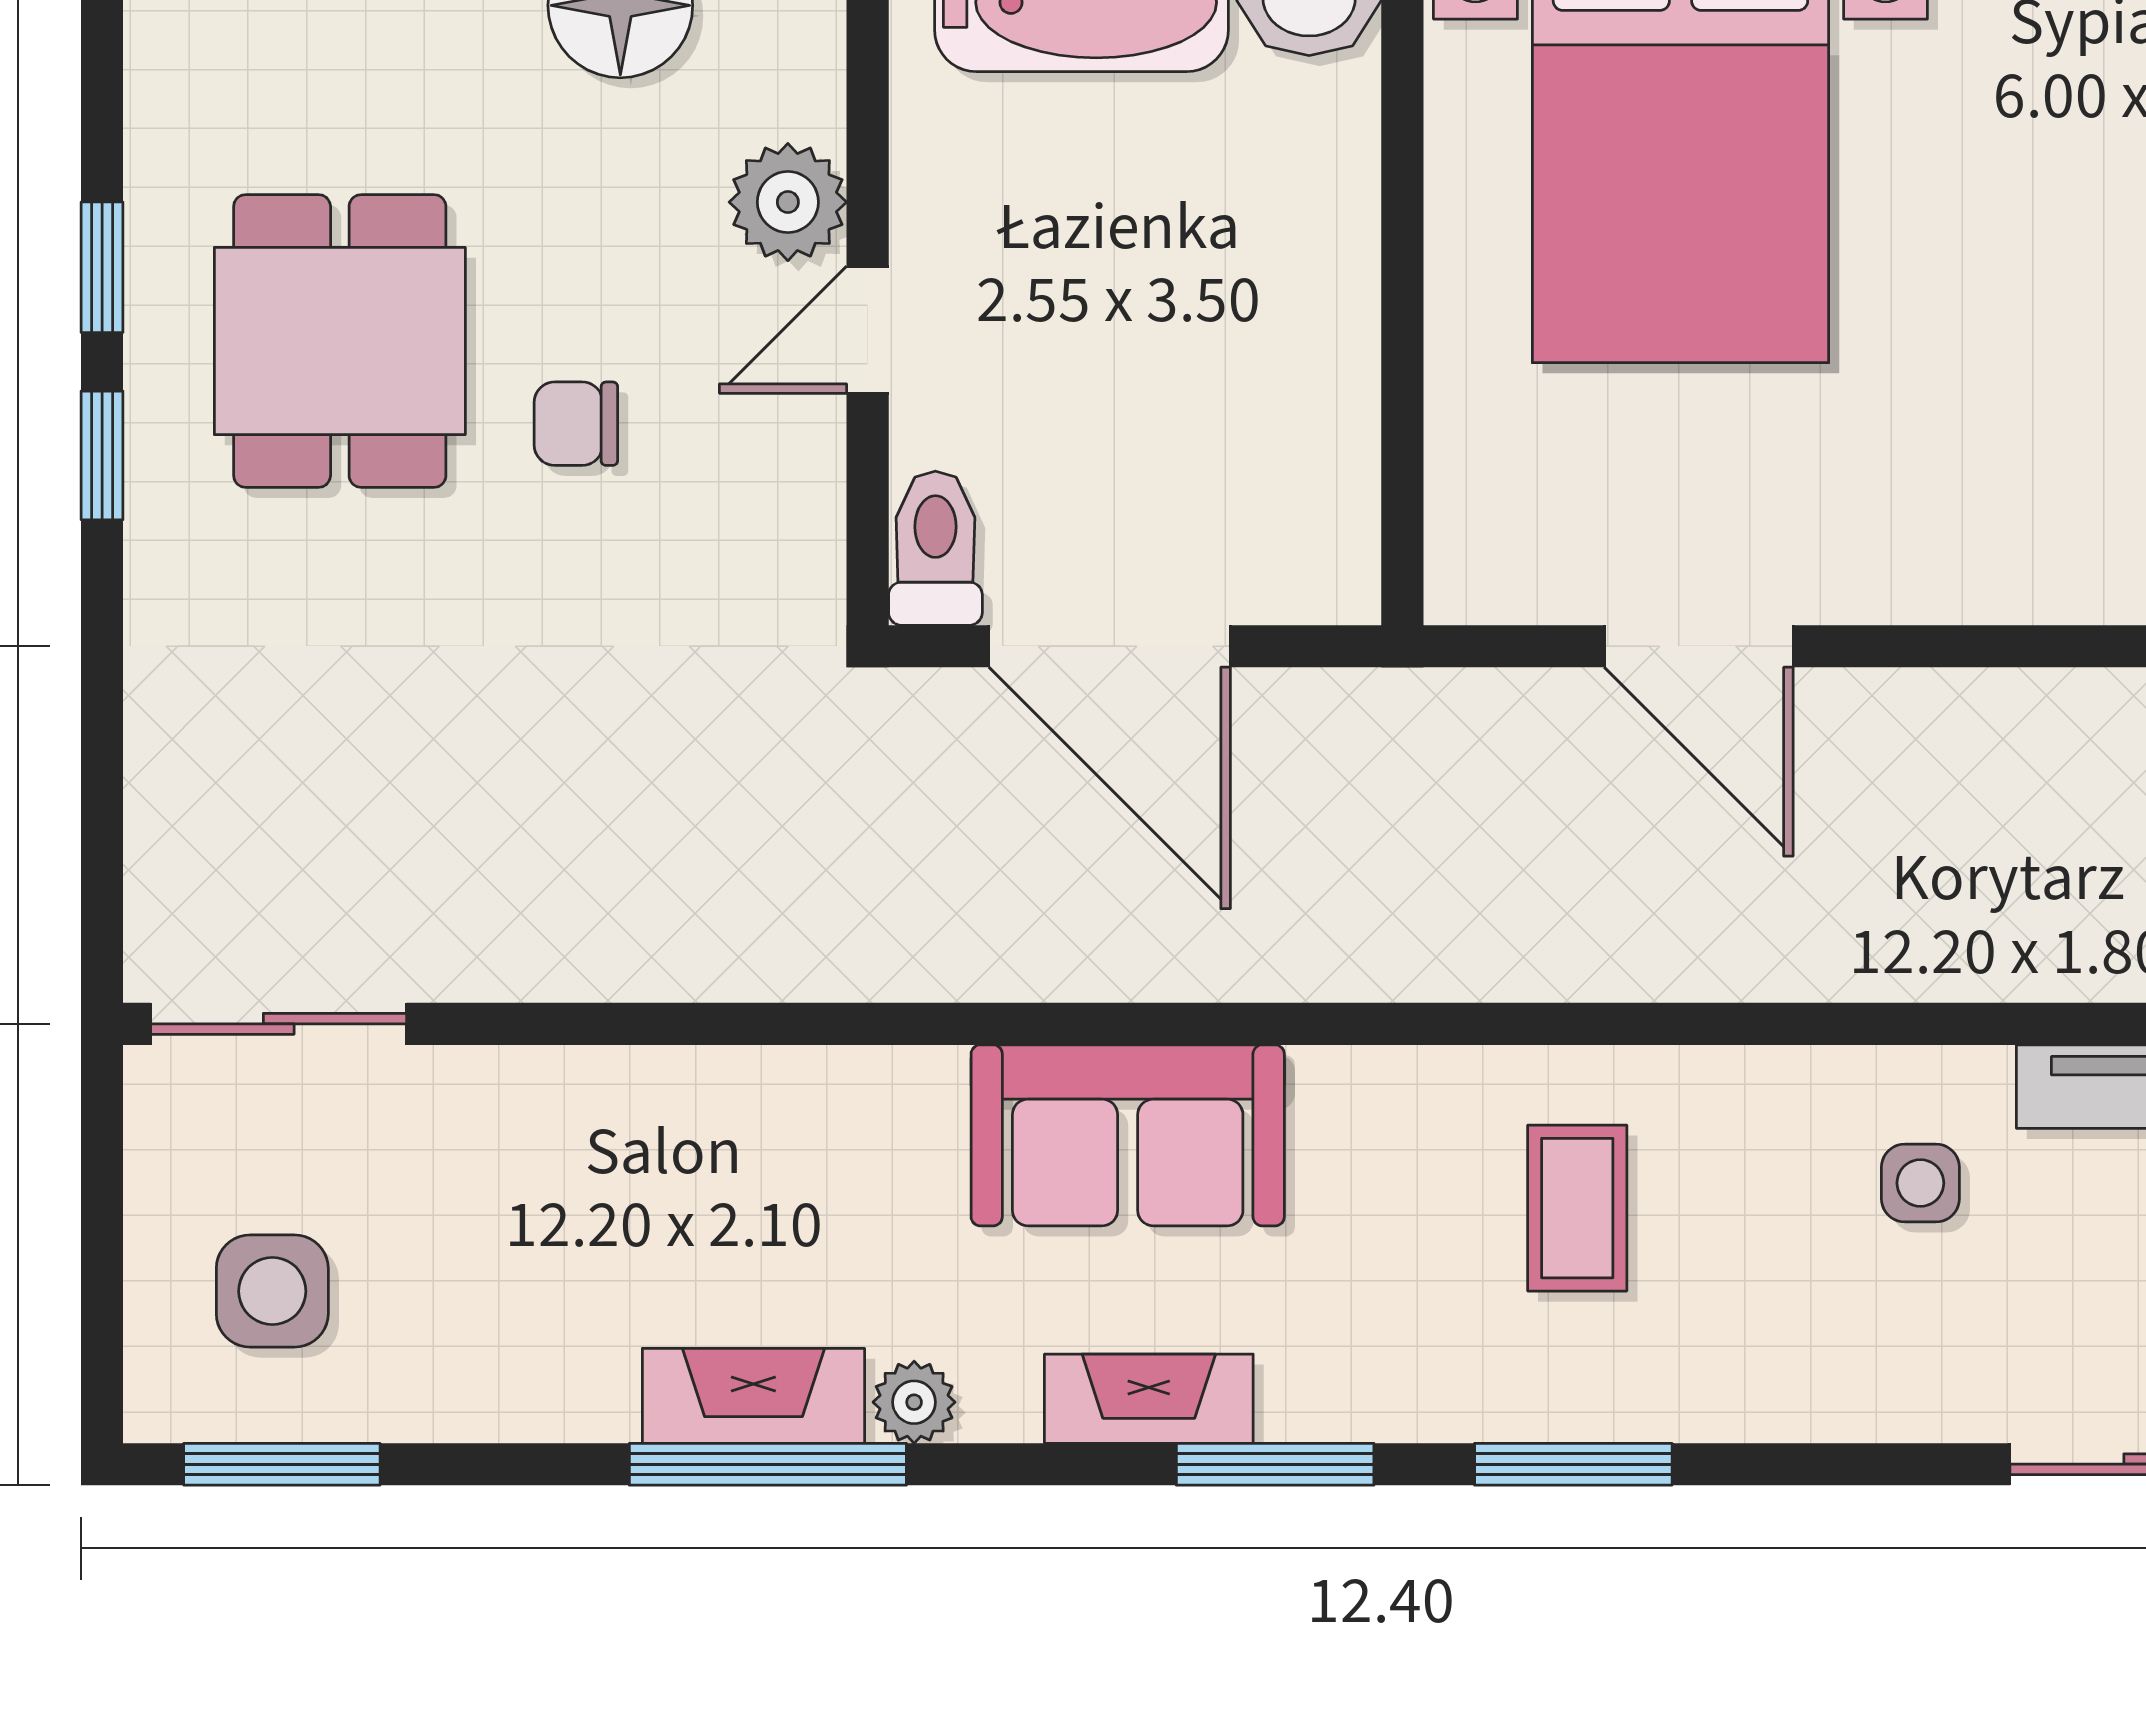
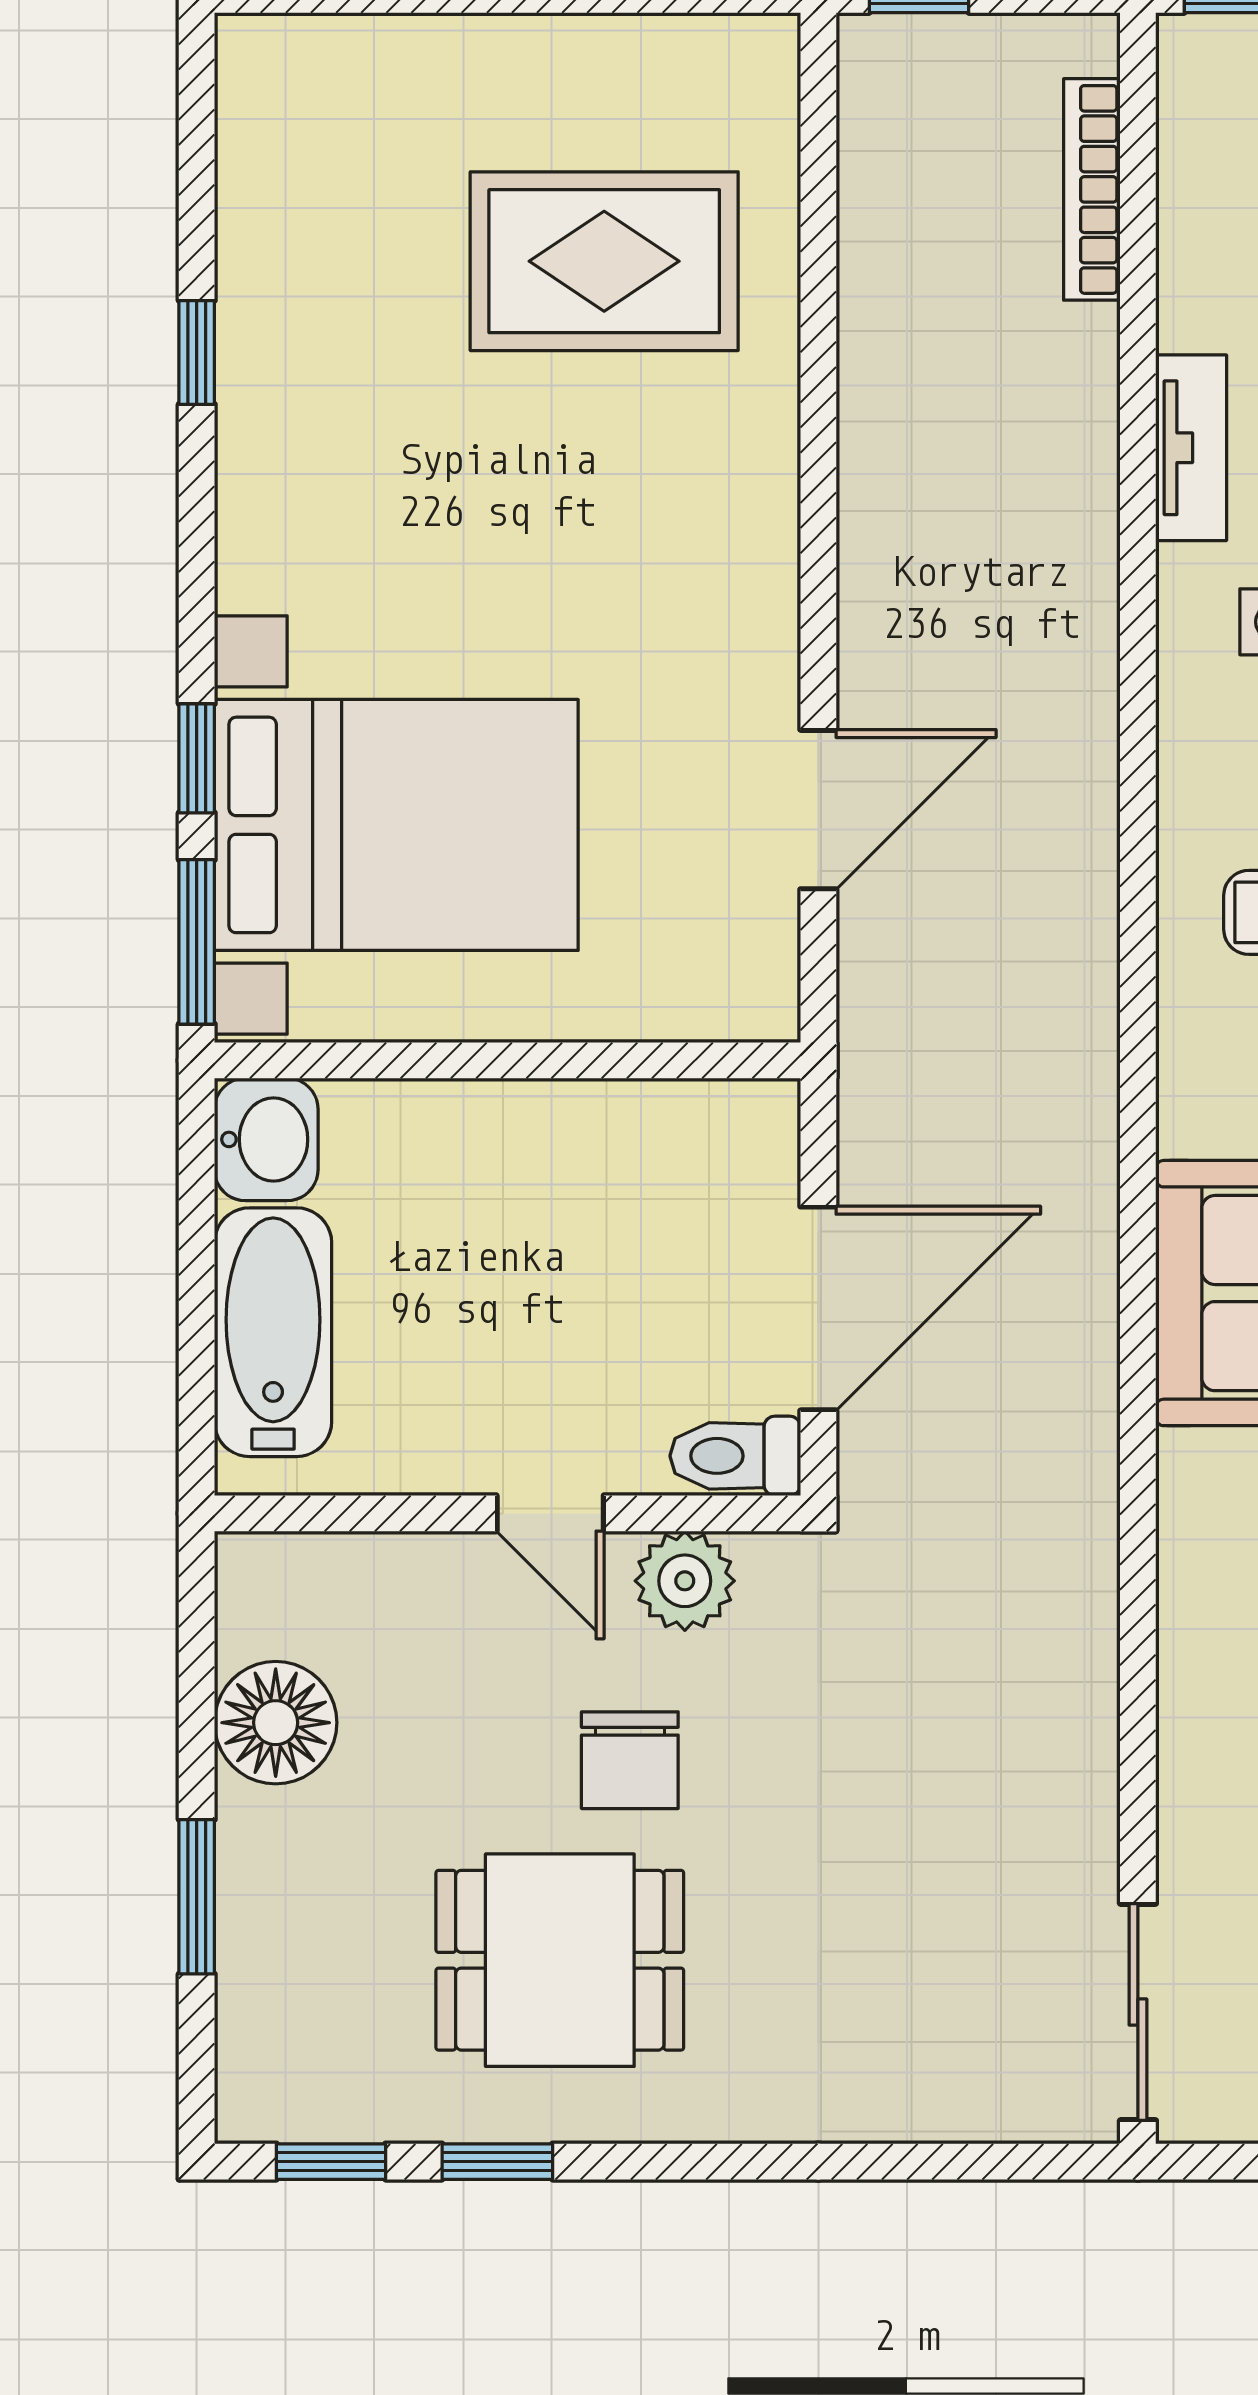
plant: (788, 202) -> (685, 1581), moved
chair: (576, 424) -> (630, 1760), width x1.37, depth x1.37
window: (102, 455) -> (331, 2162), moved

